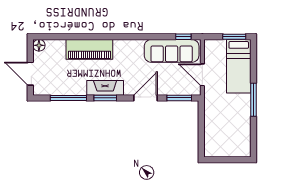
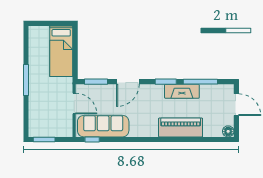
bed: (239, 66) -> (61, 51), moved, turned 180
fireplace: (105, 88) -> (182, 91), moved

